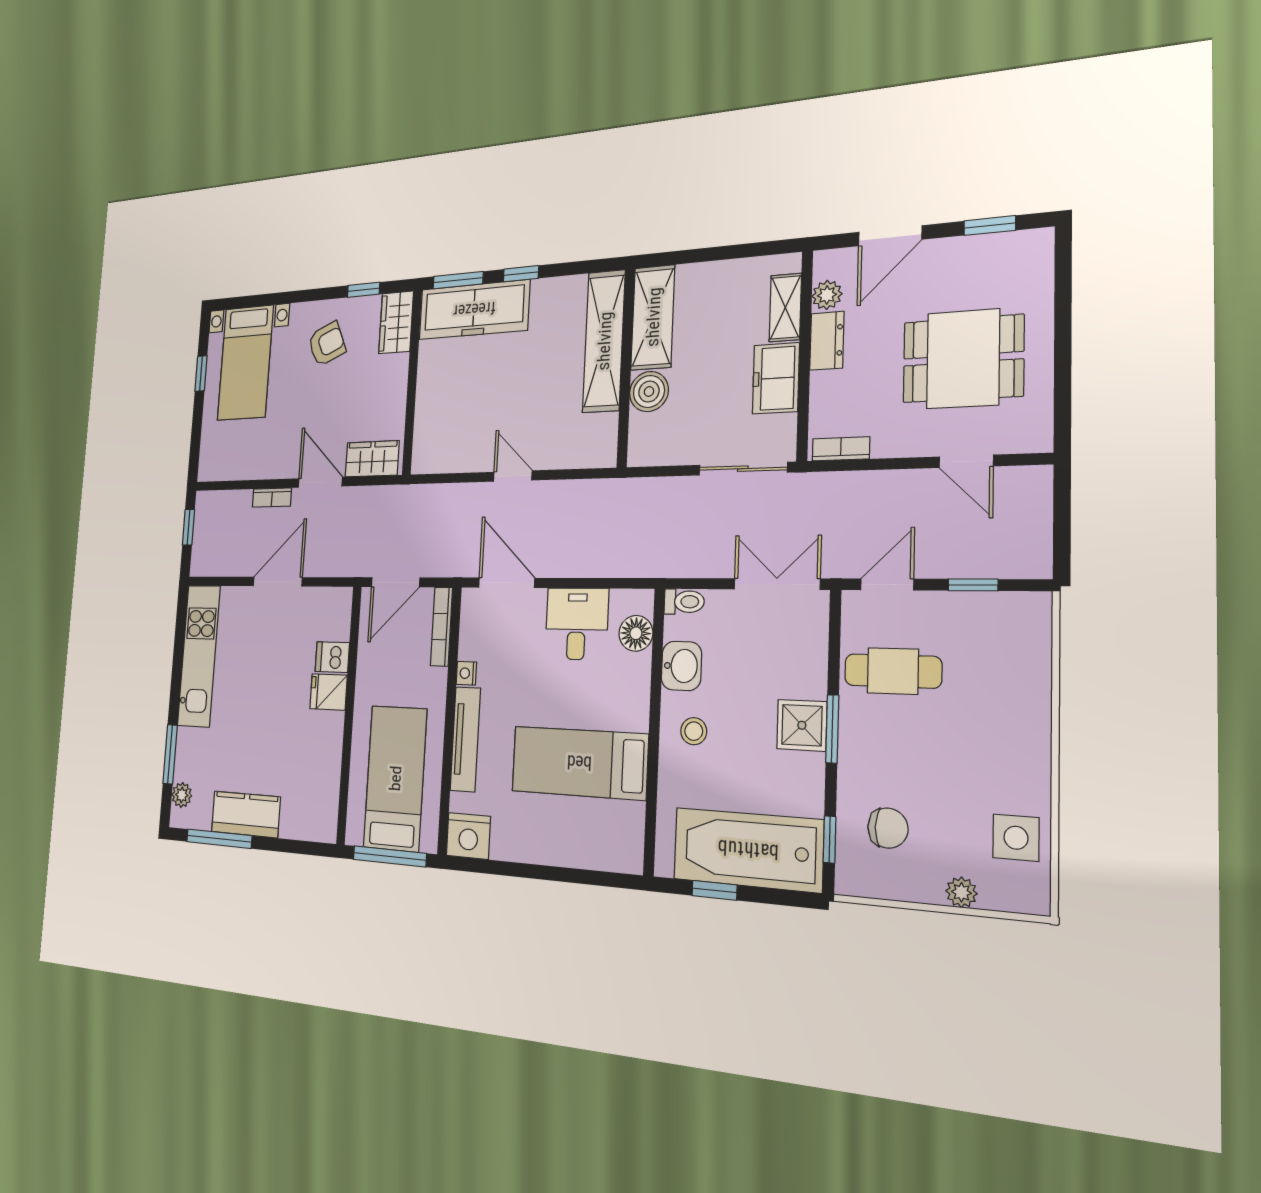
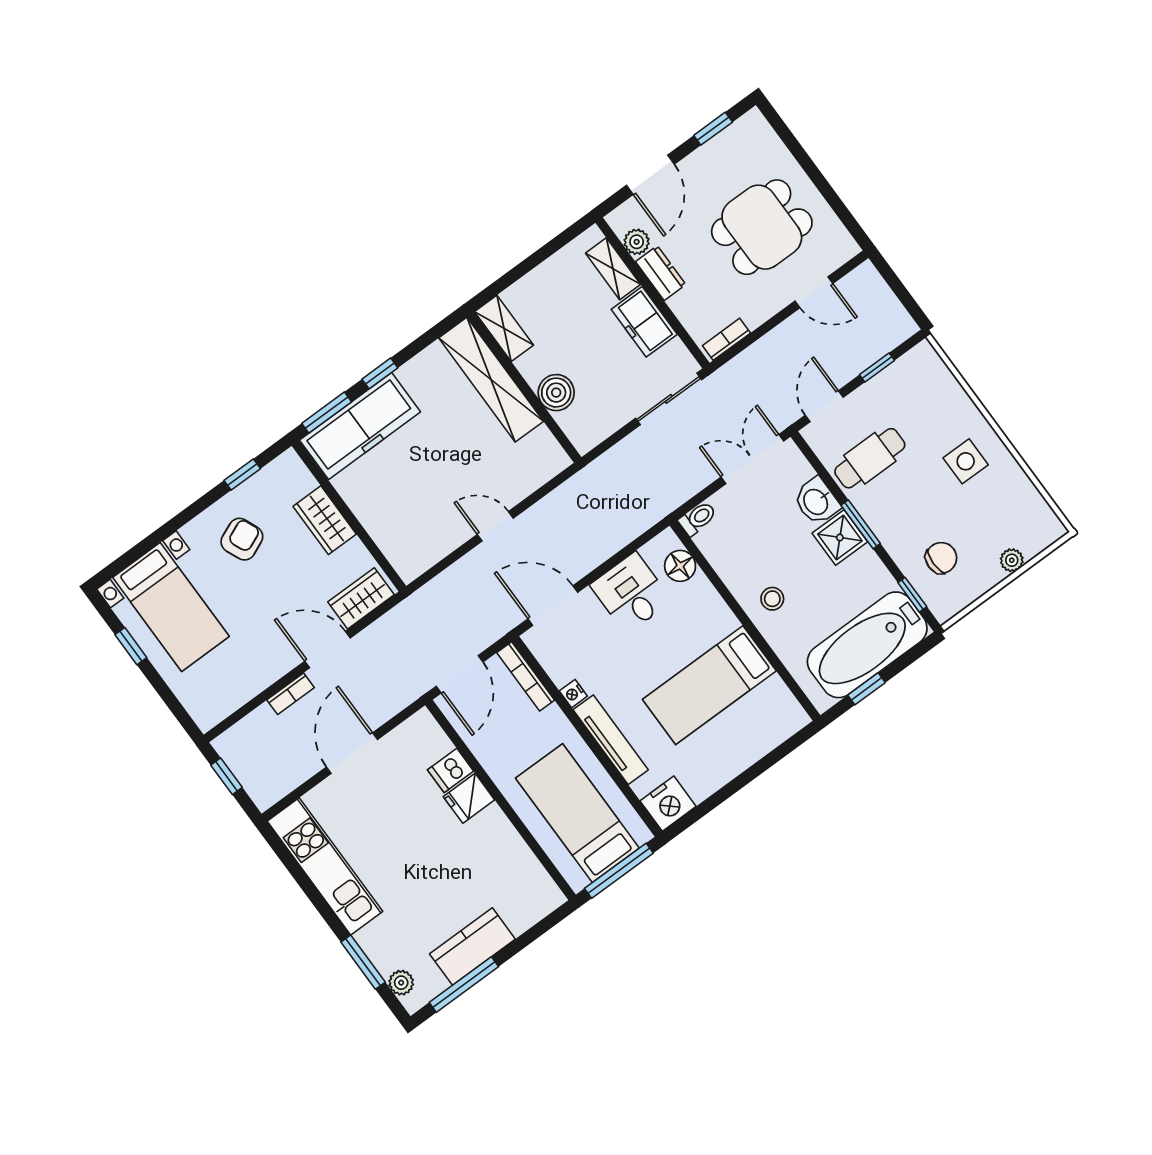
shelving: (653, 317) -> (504, 328), width x0.67, depth x0.75
wardrobe: (396, 322) -> (325, 520), moved
washbasin: (681, 666) -> (816, 501), moved, turned 180
side table: (1016, 838) -> (966, 461), moved

